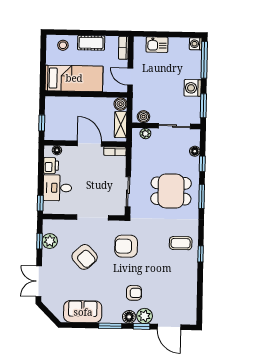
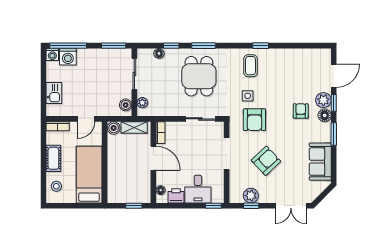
washing machine: (193, 88) -> (68, 57), moved
door: (89, 144) -> (153, 158), swing flipped
side table: (150, 240) -> (248, 96), added

